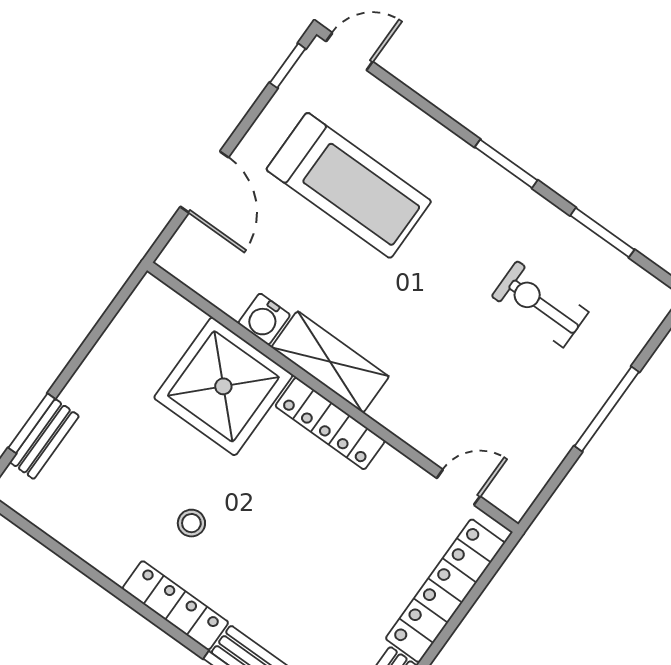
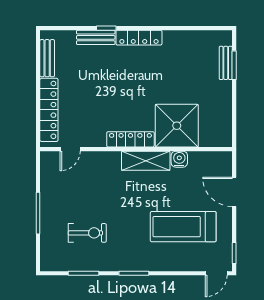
stool: (191, 523) -> (154, 70), removed

